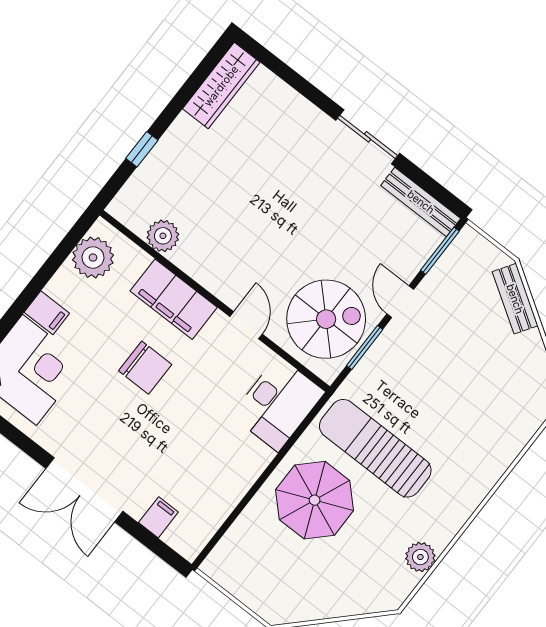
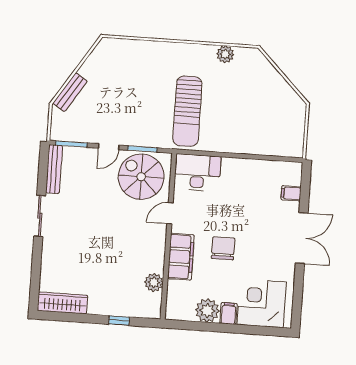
plant: (93, 258) -> (207, 310), moved
parasol: (315, 500) -> (232, 124), removed

